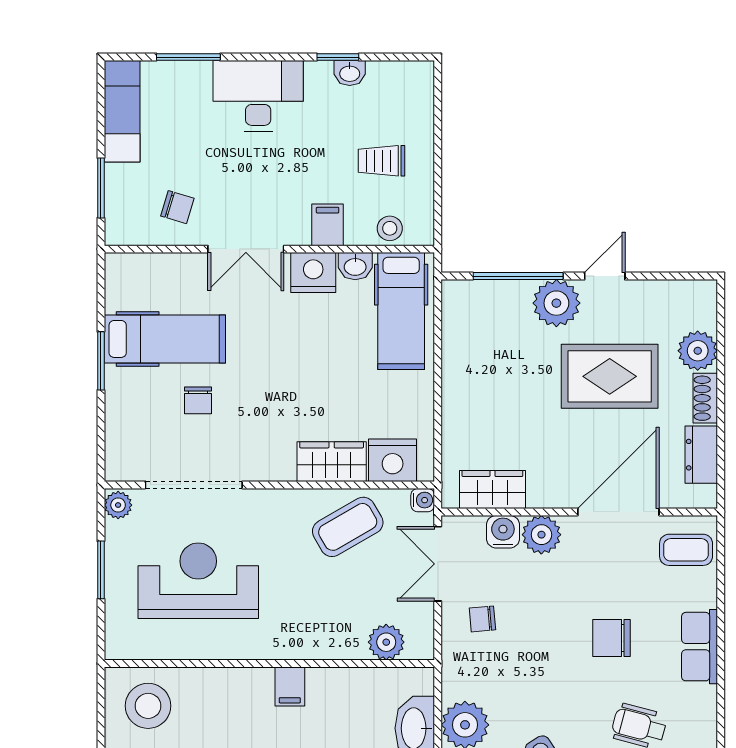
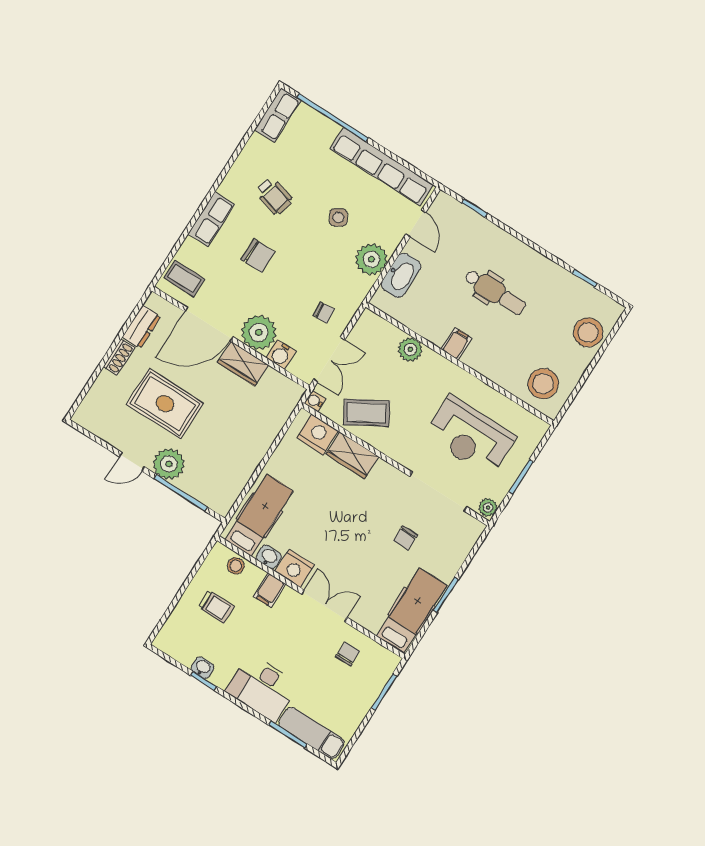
exam couch: (122, 111) -> (312, 733), moved, turned 90
chair: (177, 207) -> (348, 654), turned 73
hospital bed: (165, 339) -> (411, 611), moved, turned 90
plant: (698, 351) -> (106, 386), removed
chair: (198, 400) -> (405, 538), turned 180
wardrobe: (492, 490) -> (243, 364), moved
plant: (541, 535) -> (259, 332), width x1.36, depth x1.36
plant: (386, 642) -> (410, 349), moved

